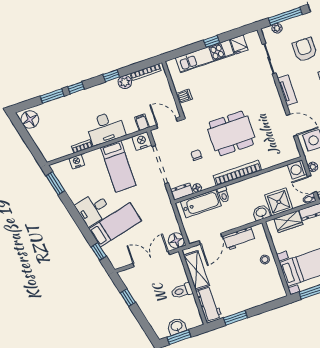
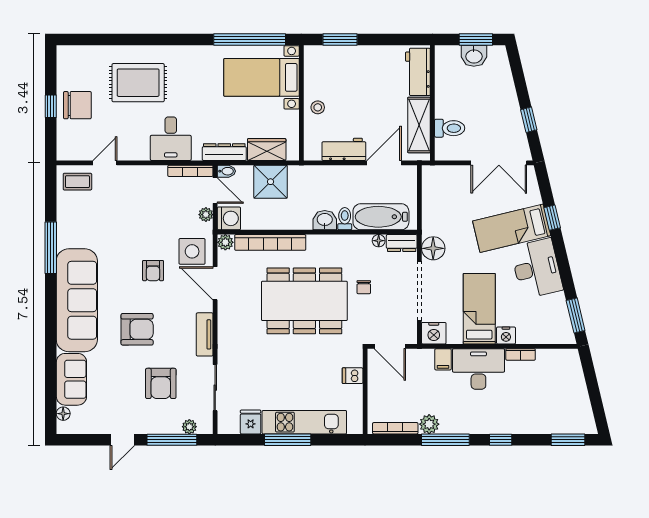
window: (212, 41) -> (288, 440), width x2.17
window: (111, 76) -> (445, 440), width x2.17
window: (52, 96) -> (568, 440), moved
floor lamp: (30, 119) -> (581, 417), removed
filing cabinet: (142, 122) -> (443, 359), moved
dining table: (231, 133) -> (304, 301), width x1.36, depth x1.24
plant: (294, 153) -> (225, 242), added
nightstand: (77, 162) -> (506, 336), moved
bookcase: (237, 173) -> (270, 242), moved
desk: (93, 209) -> (537, 269), width x1.37
washbasin: (261, 213) -> (325, 220), moved, turned 180
floor lamp: (176, 241) -> (433, 248), moved
window: (99, 251) -> (552, 218), moved
double door: (151, 259) -> (499, 163), moved
toilet: (182, 291) -> (450, 128), moved
window: (235, 318) -> (340, 40), moved

